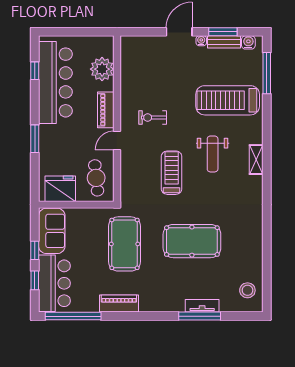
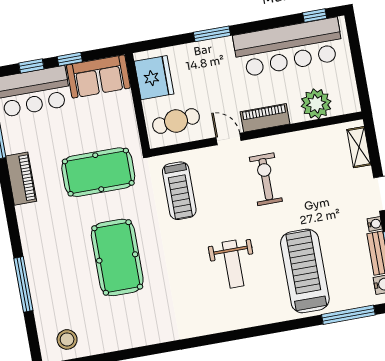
window: (35, 71) -> (315, 16), moved
exercise bike: (153, 118) -> (266, 179), width x1.38, depth x1.39
weight bench: (213, 154) -> (233, 264), turned -90
shelving: (256, 160) -> (359, 147), moved, turned 90
treadmill: (172, 173) -> (179, 191), moved, turned 90
tv unit: (202, 306) -> (37, 285), removed

